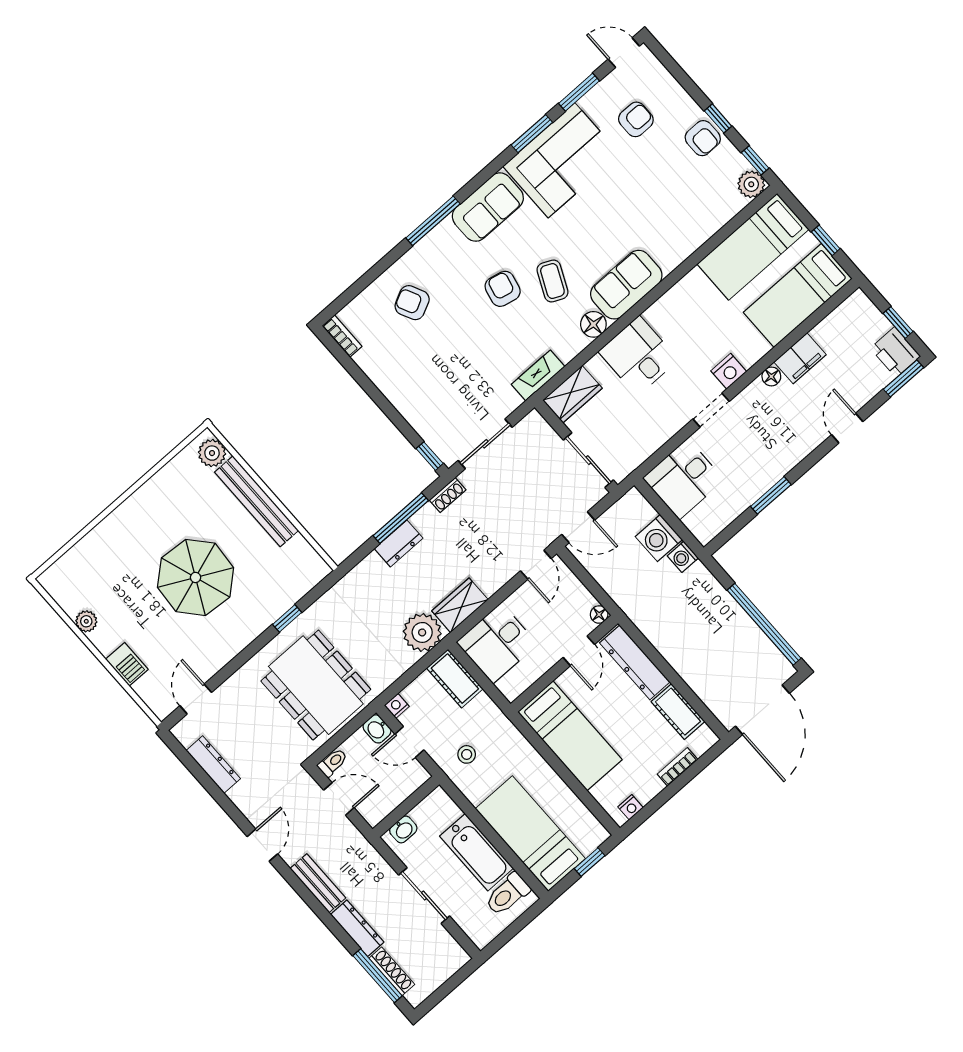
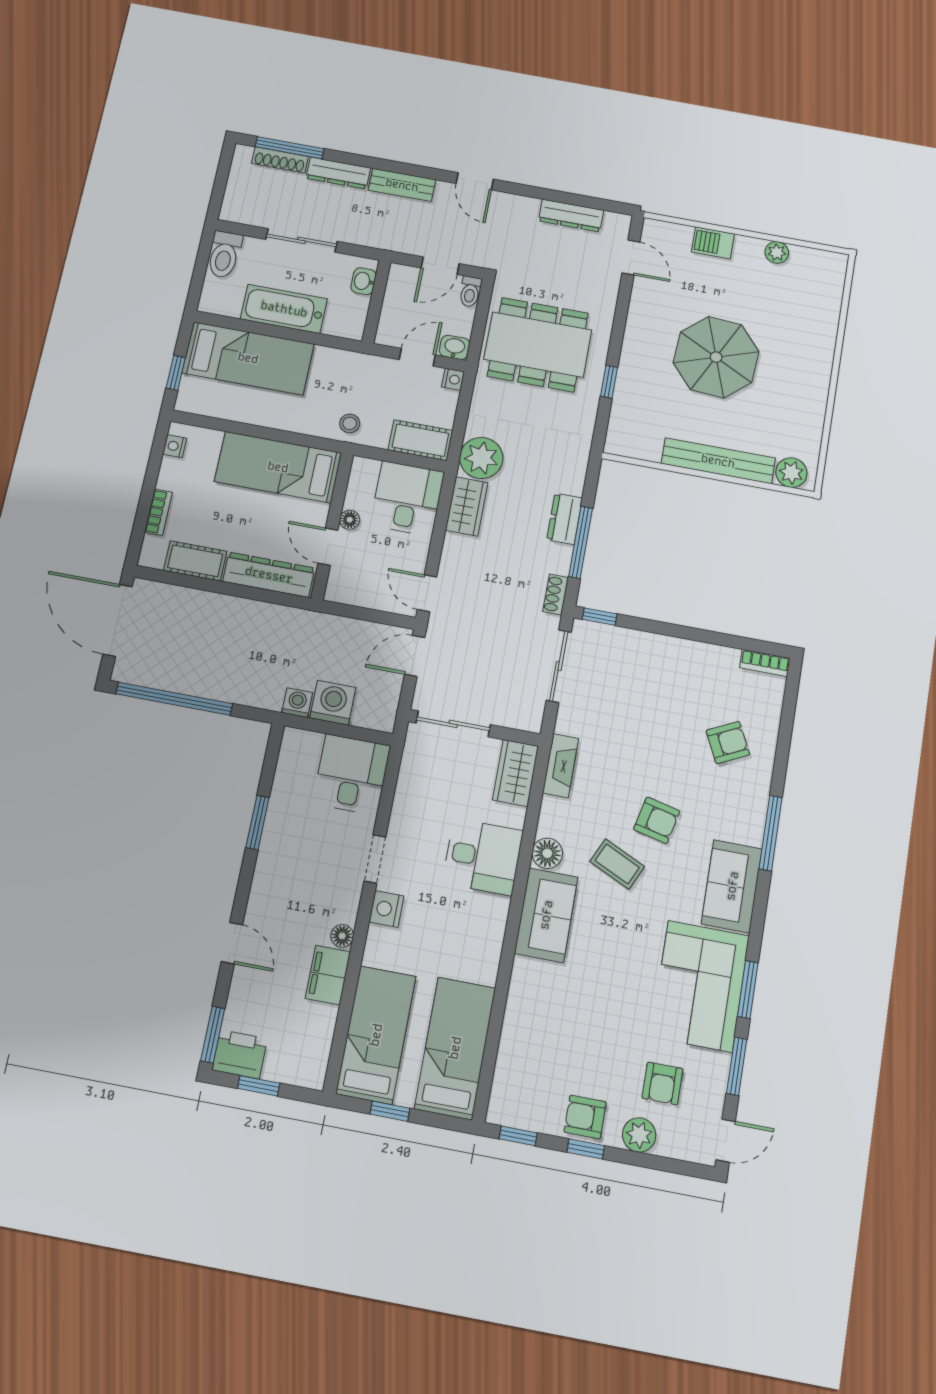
plant: (751, 184) -> (639, 1135), moved
floor lamp: (599, 614) -> (350, 520), moved
stool: (467, 754) -> (350, 423), moved
toilet: (507, 894) -> (224, 255), moved, turned 180

